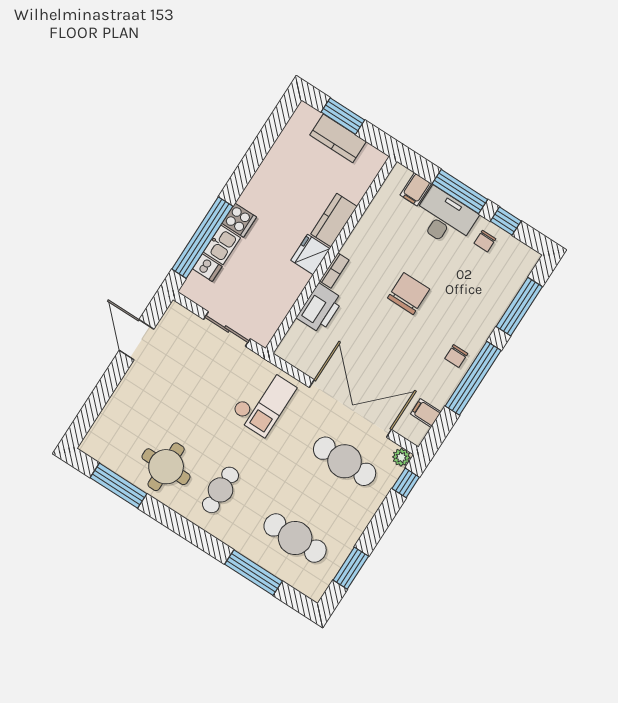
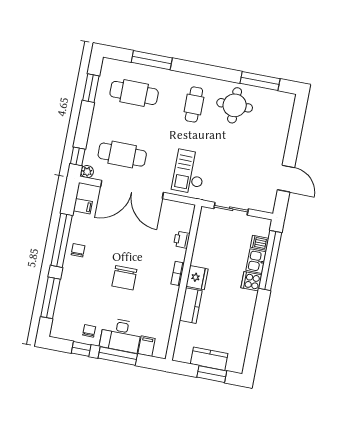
printer: (320, 308) -> (182, 240), width x0.53, depth x0.68

